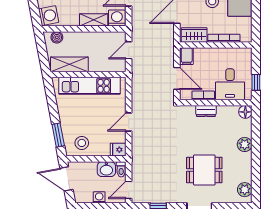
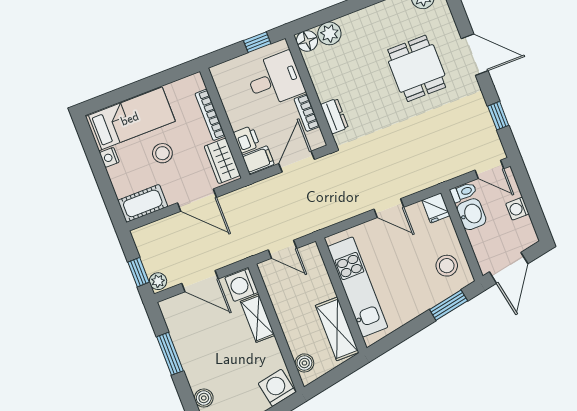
printer: (201, 54) -> (247, 139), added
dresser: (206, 111) -> (334, 116), moved
plant: (245, 144) -> (329, 33), moved

